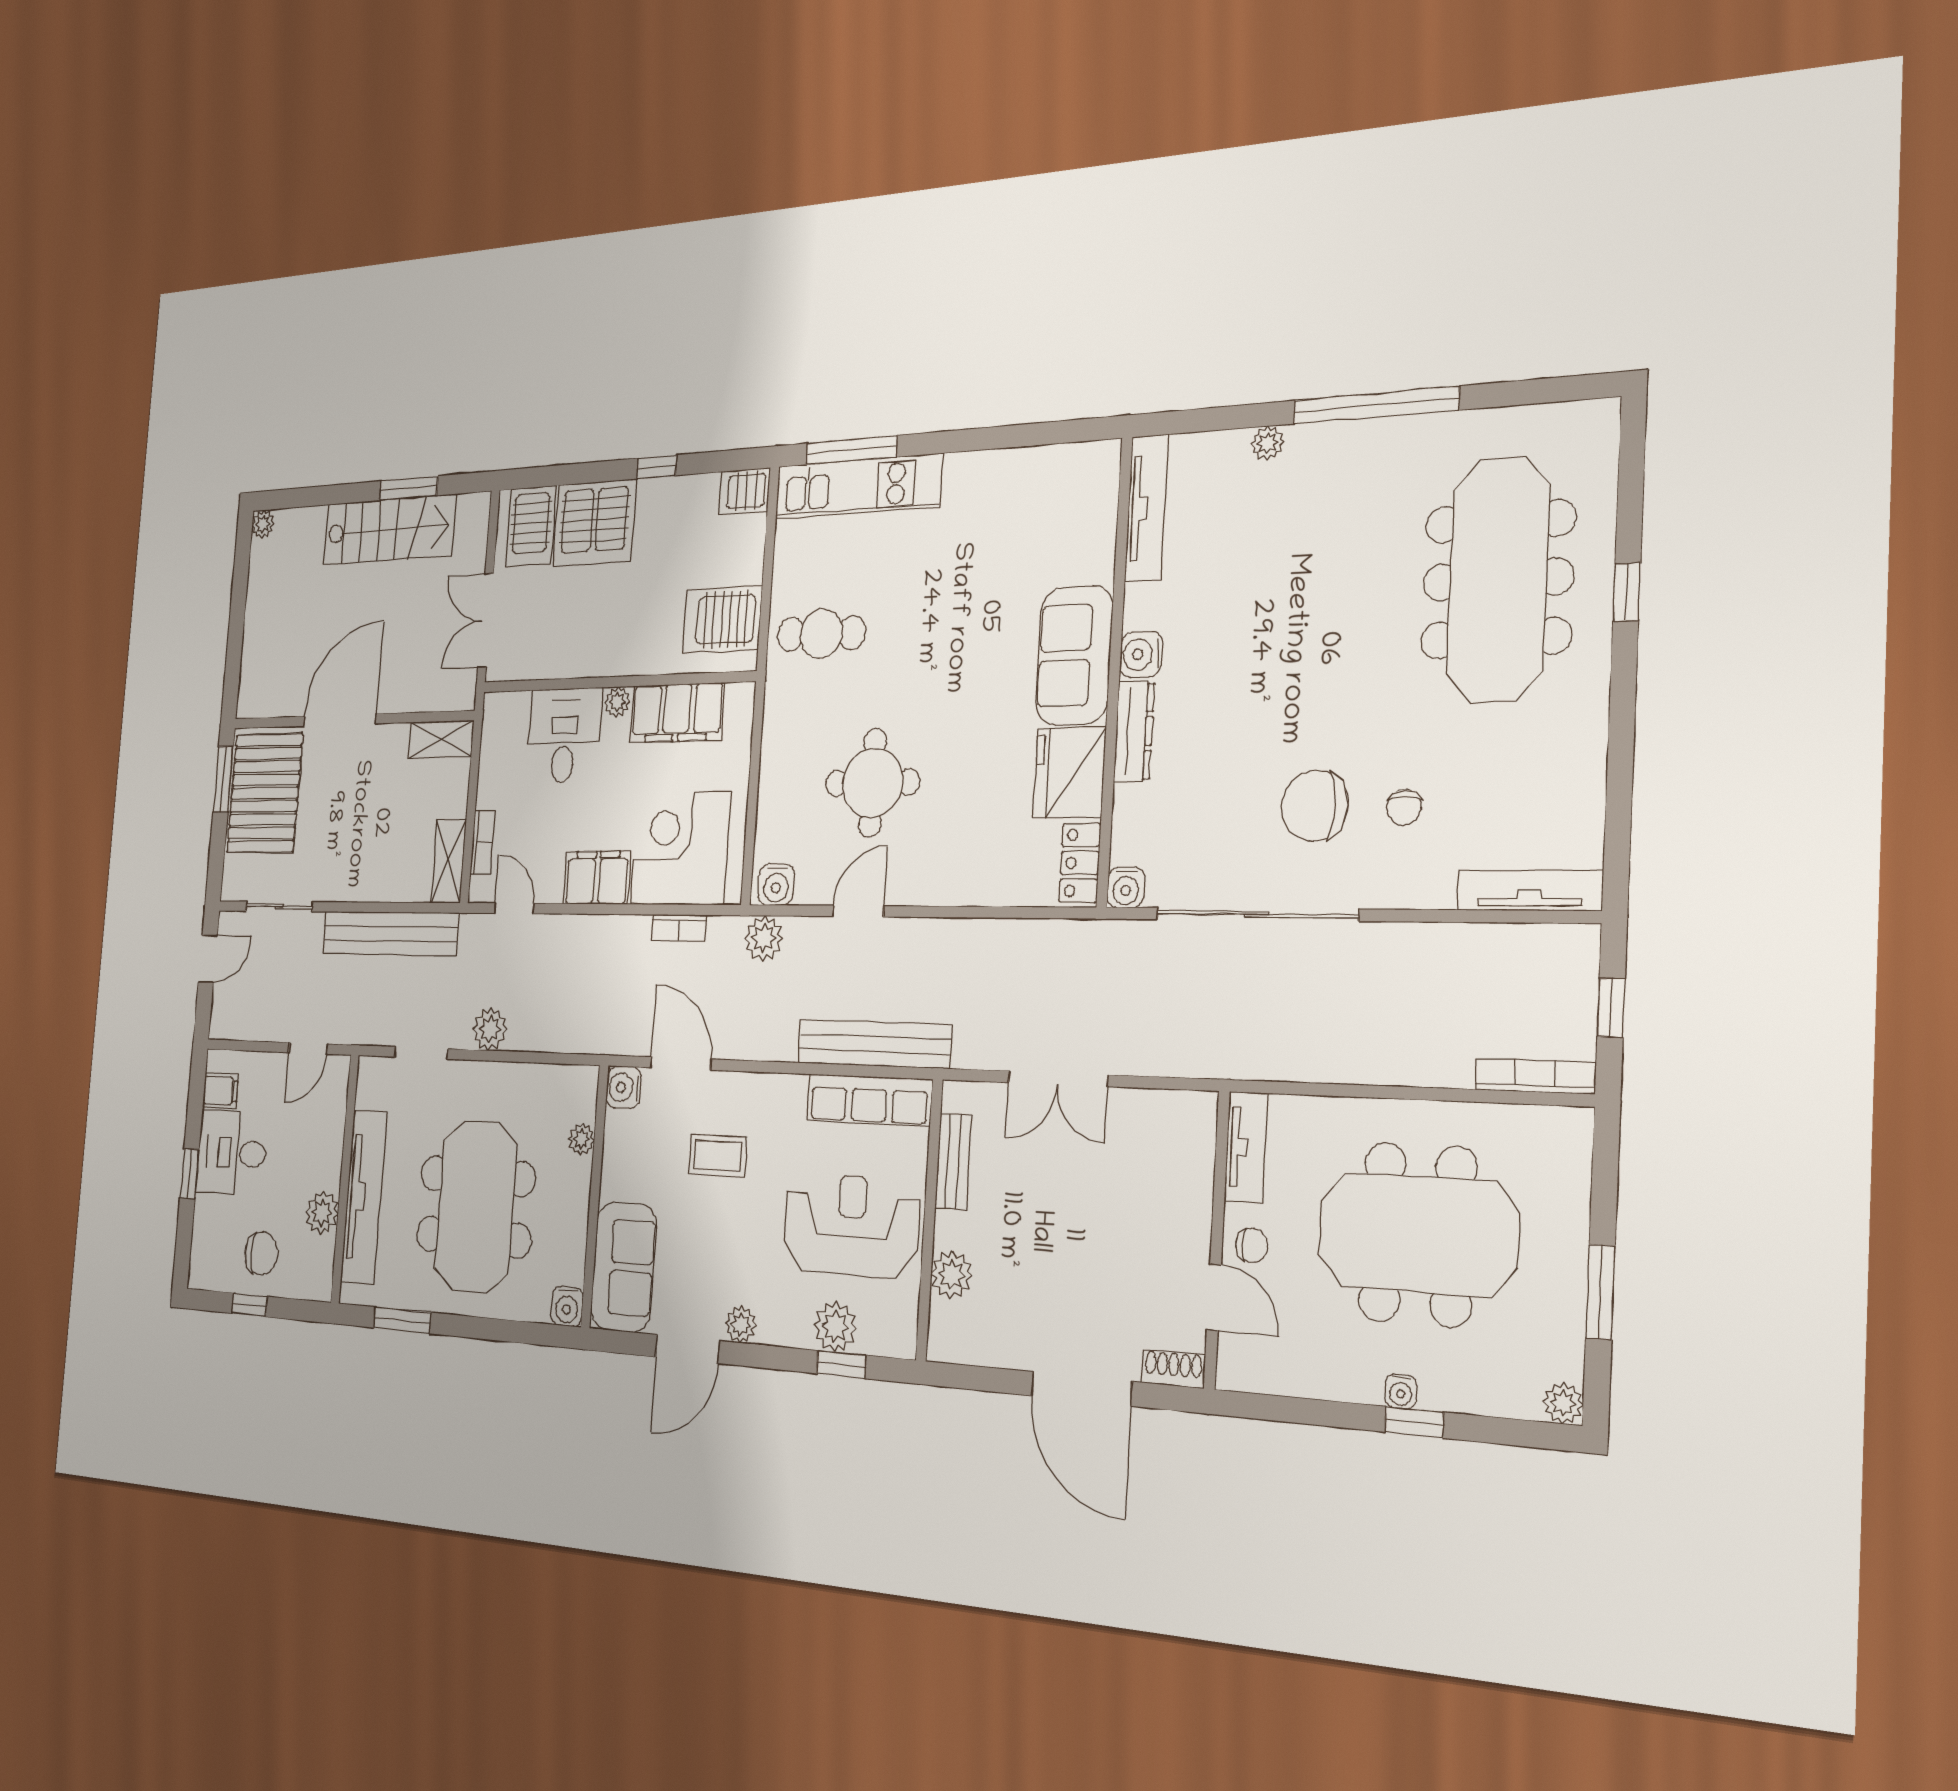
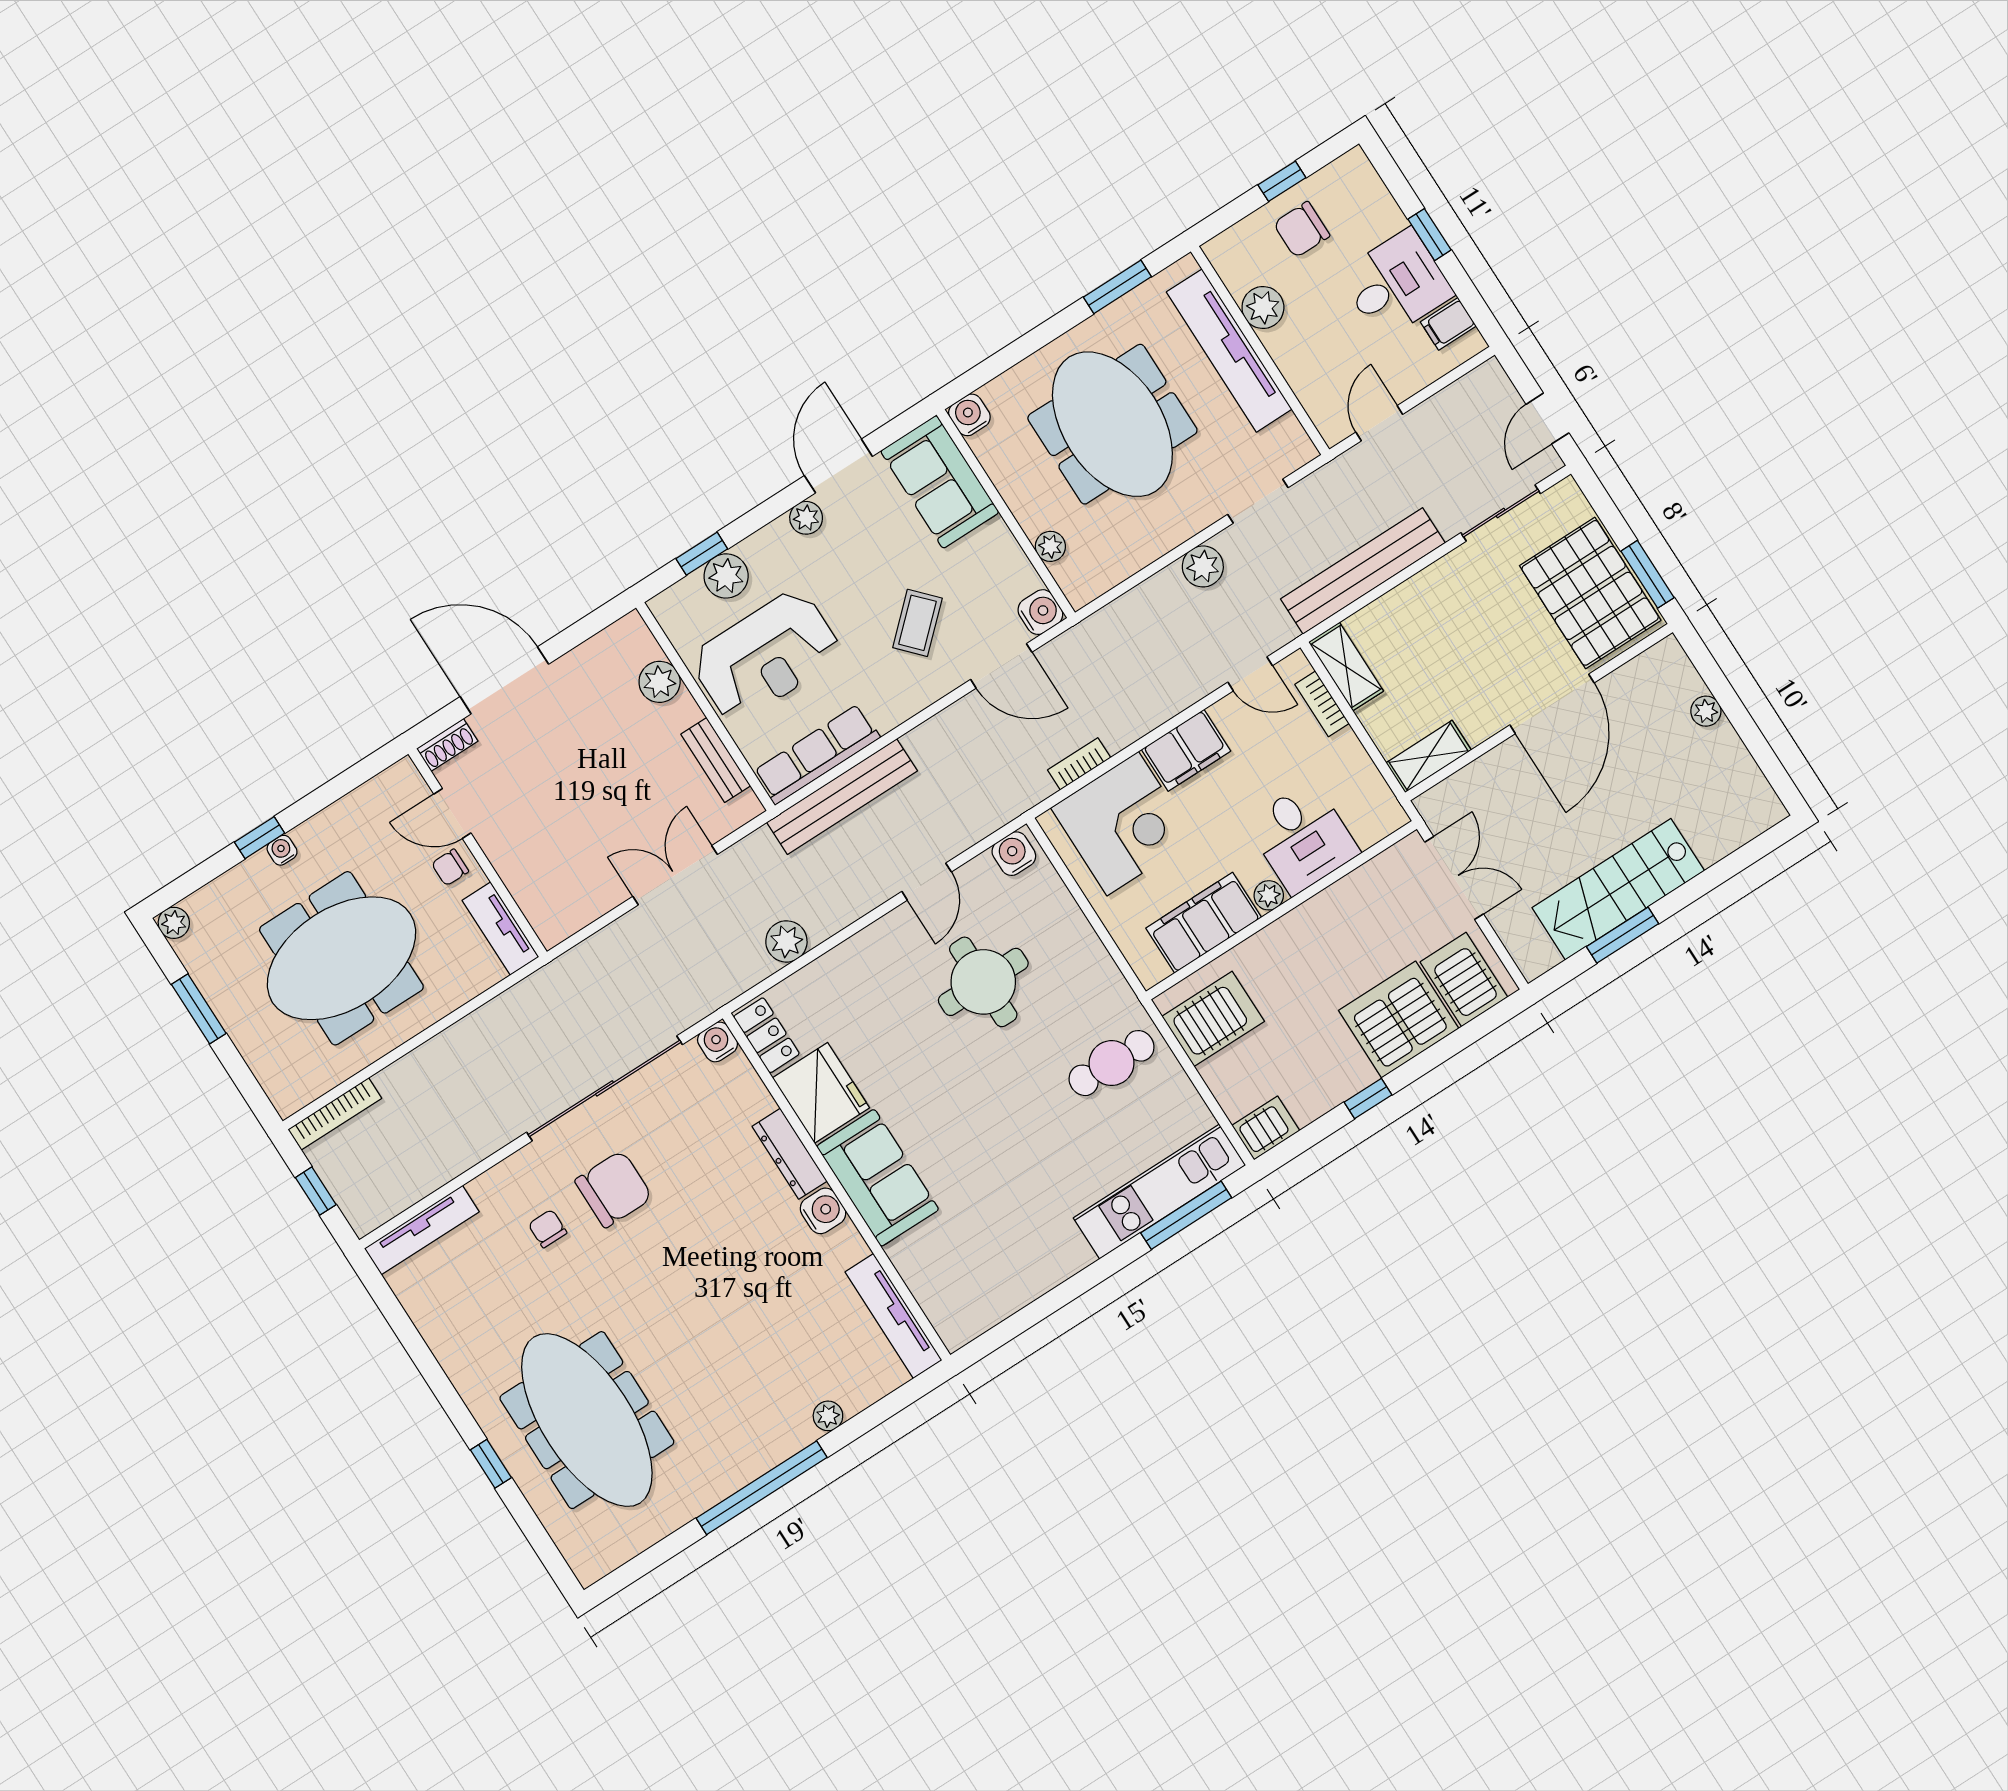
plant: (263, 524) -> (1706, 711), moved
plant: (764, 938) -> (786, 941), moved
coffee table: (718, 1155) -> (917, 623), turned -43

